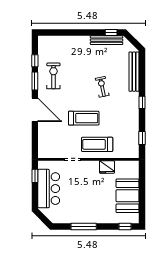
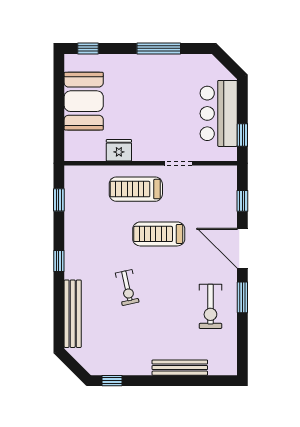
bench: (107, 40) -> (180, 368), moved
window: (35, 61) -> (242, 201), moved
treadmill: (97, 144) -> (136, 189), turned 180

